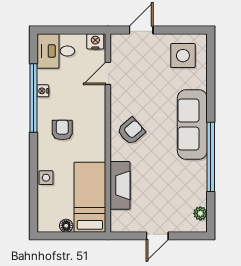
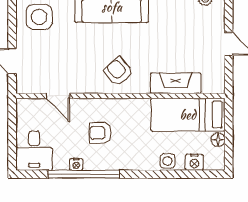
nightstand: (95, 41) -> (194, 162), moved, turned -90
armchair: (62, 130) -> (100, 133), moved

